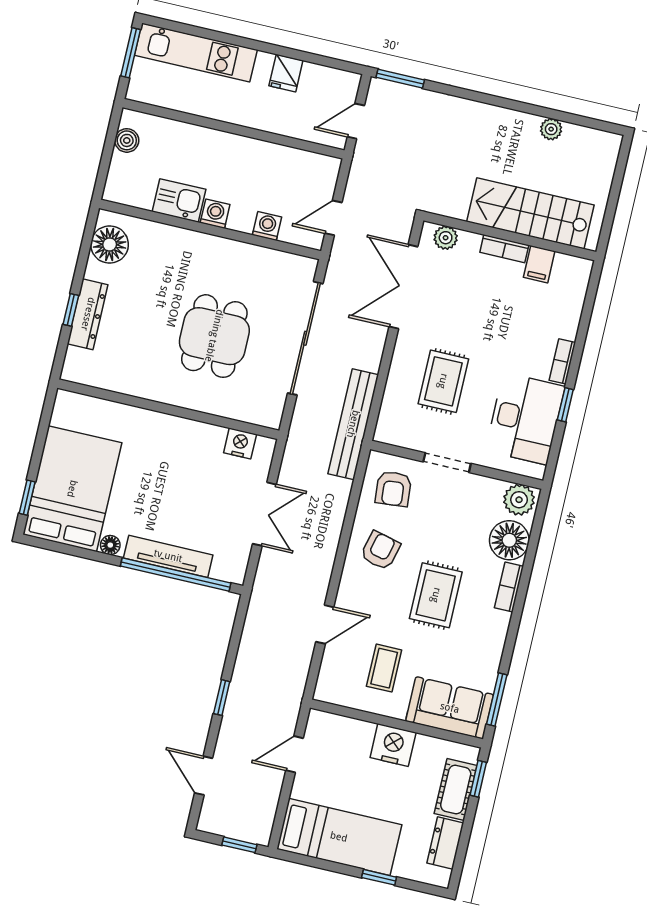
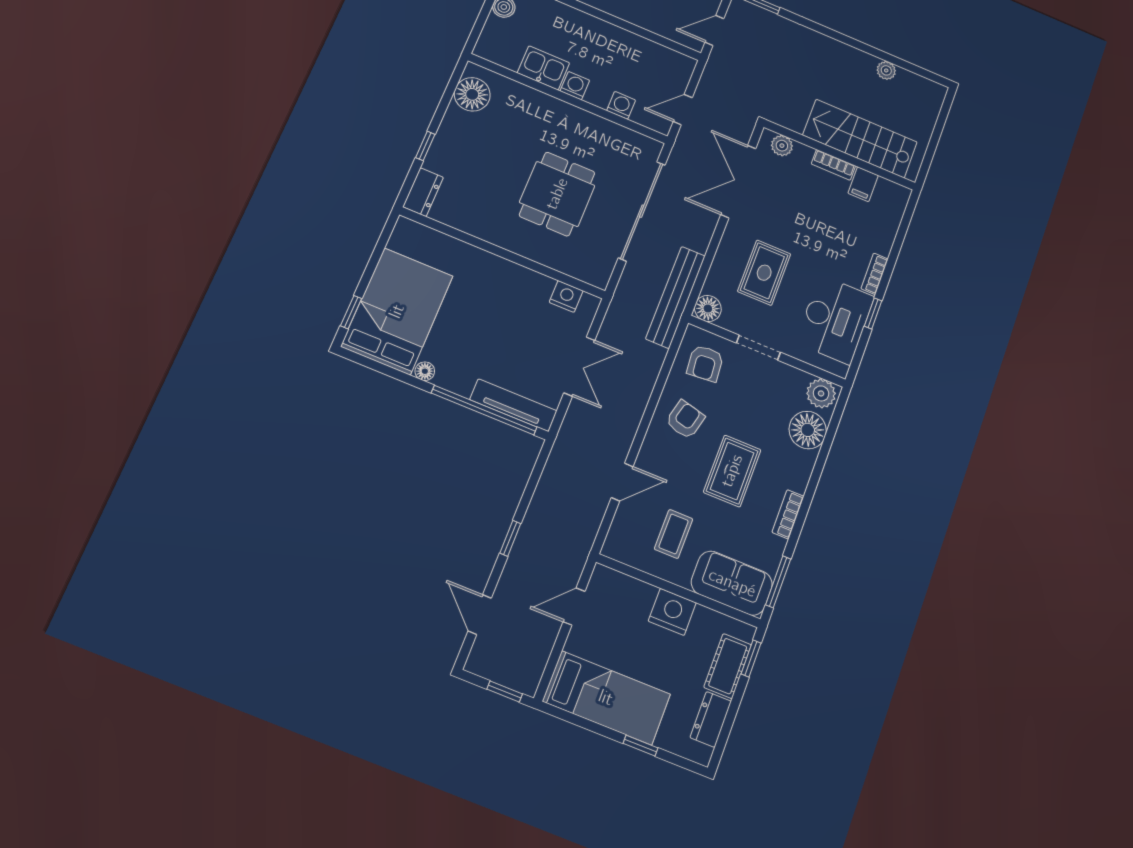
dresser: (88, 314) -> (423, 192), moved, width x0.70
floor lamp: (389, 430) -> (708, 308), added
tv unit: (168, 556) -> (513, 405), moved
bookcase: (509, 587) -> (788, 514), moved

